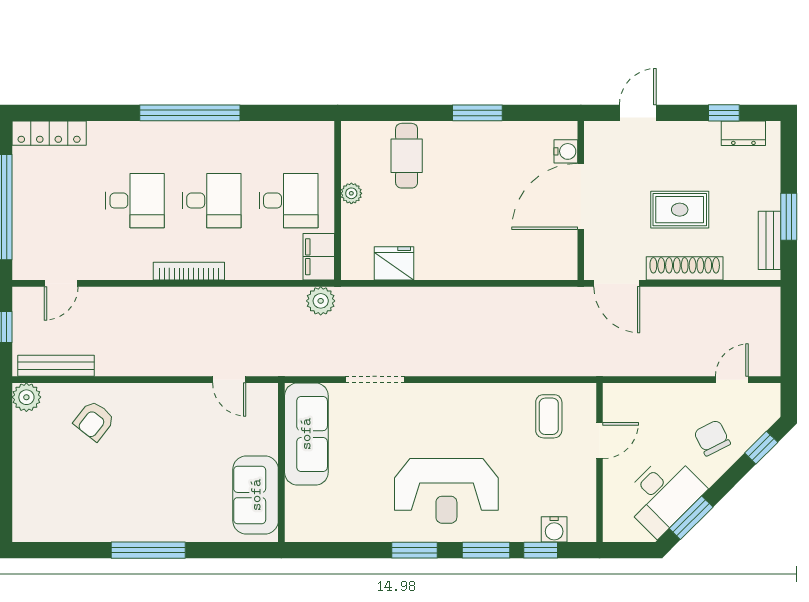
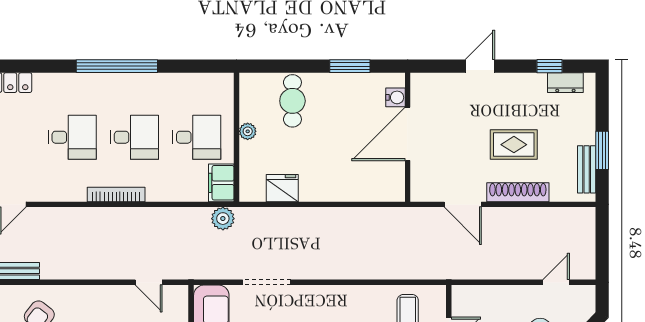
water cooler: (566, 151) -> (396, 97), moved
door: (581, 196) -> (408, 134), moved
wall: (581, 201) -> (408, 137), moved

